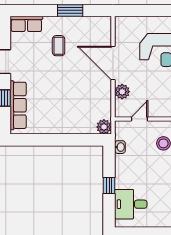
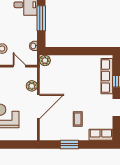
door: (113, 63) -> (38, 107), hinge flipped
door: (140, 119) -> (19, 66), swing flipped
window: (109, 185) -> (41, 18), width x2.17

